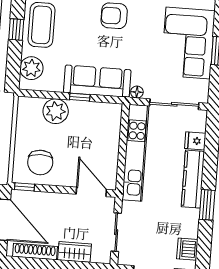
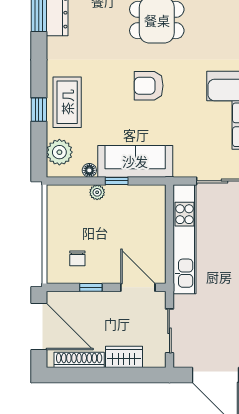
floor lamp: (137, 92) -> (89, 170), moved
plant: (56, 111) -> (97, 192), width x0.53, depth x0.53
chair: (40, 162) -> (77, 258), width x0.54, depth x0.54
window: (25, 187) -> (91, 287), moved

